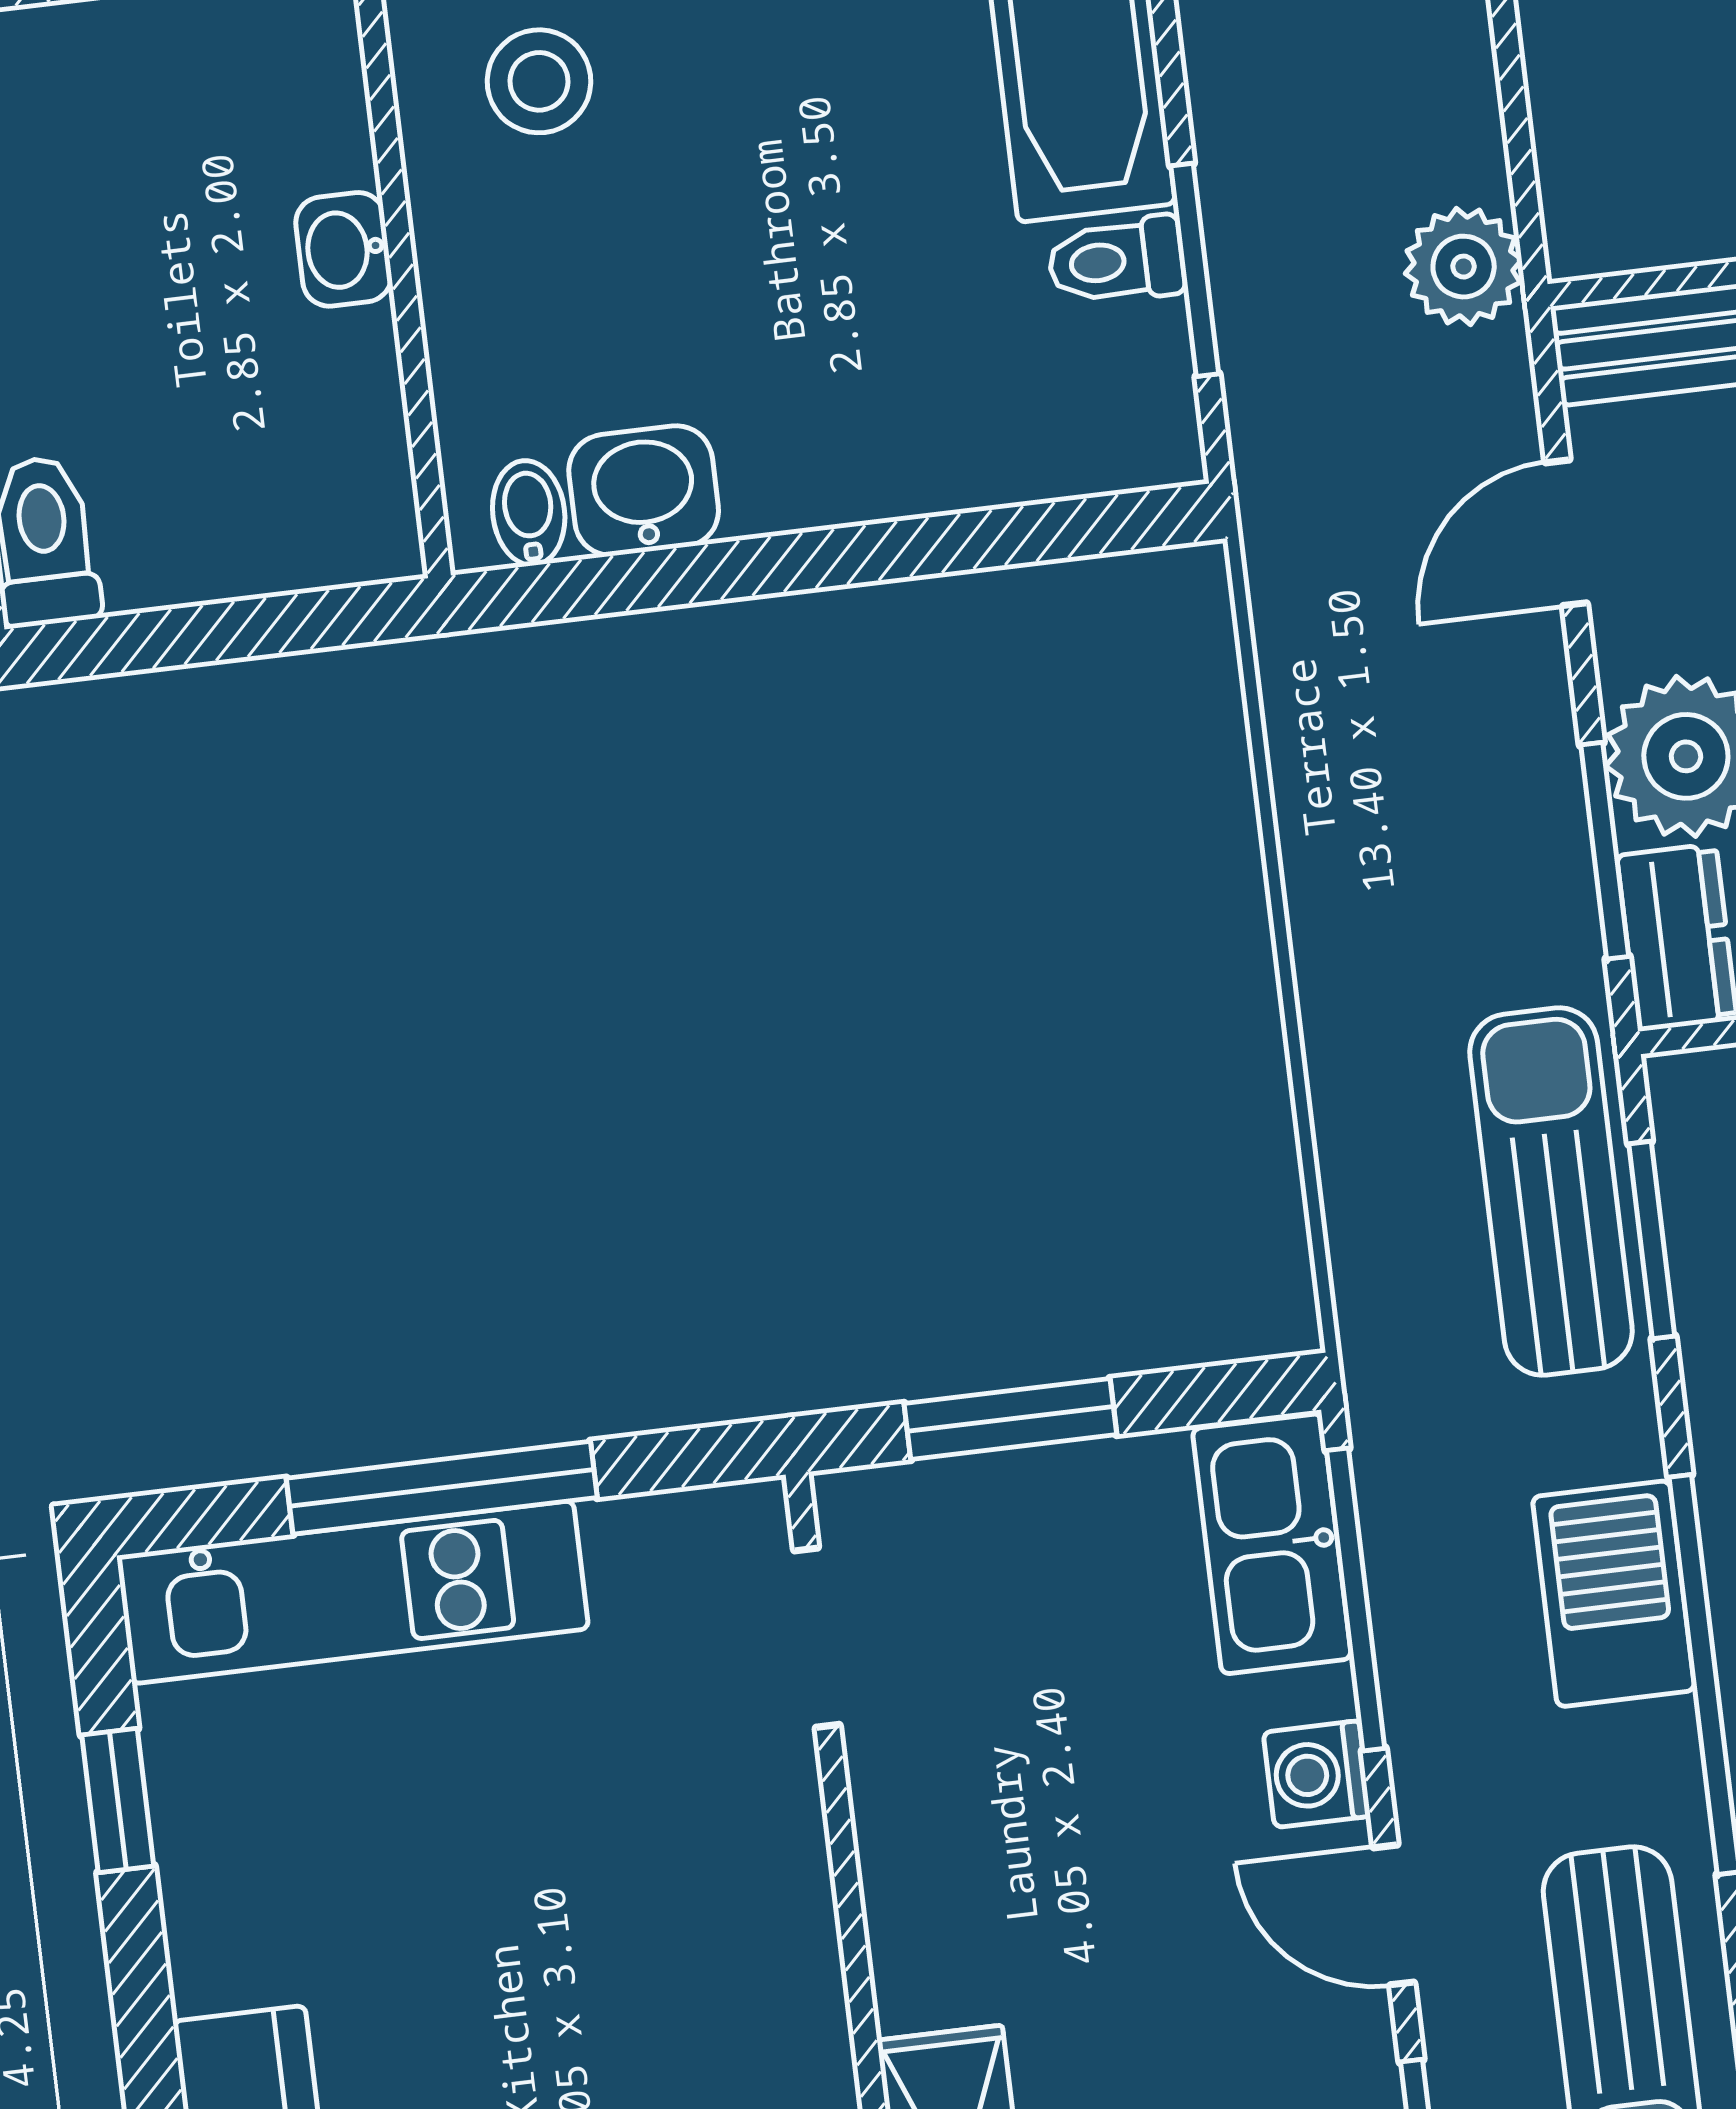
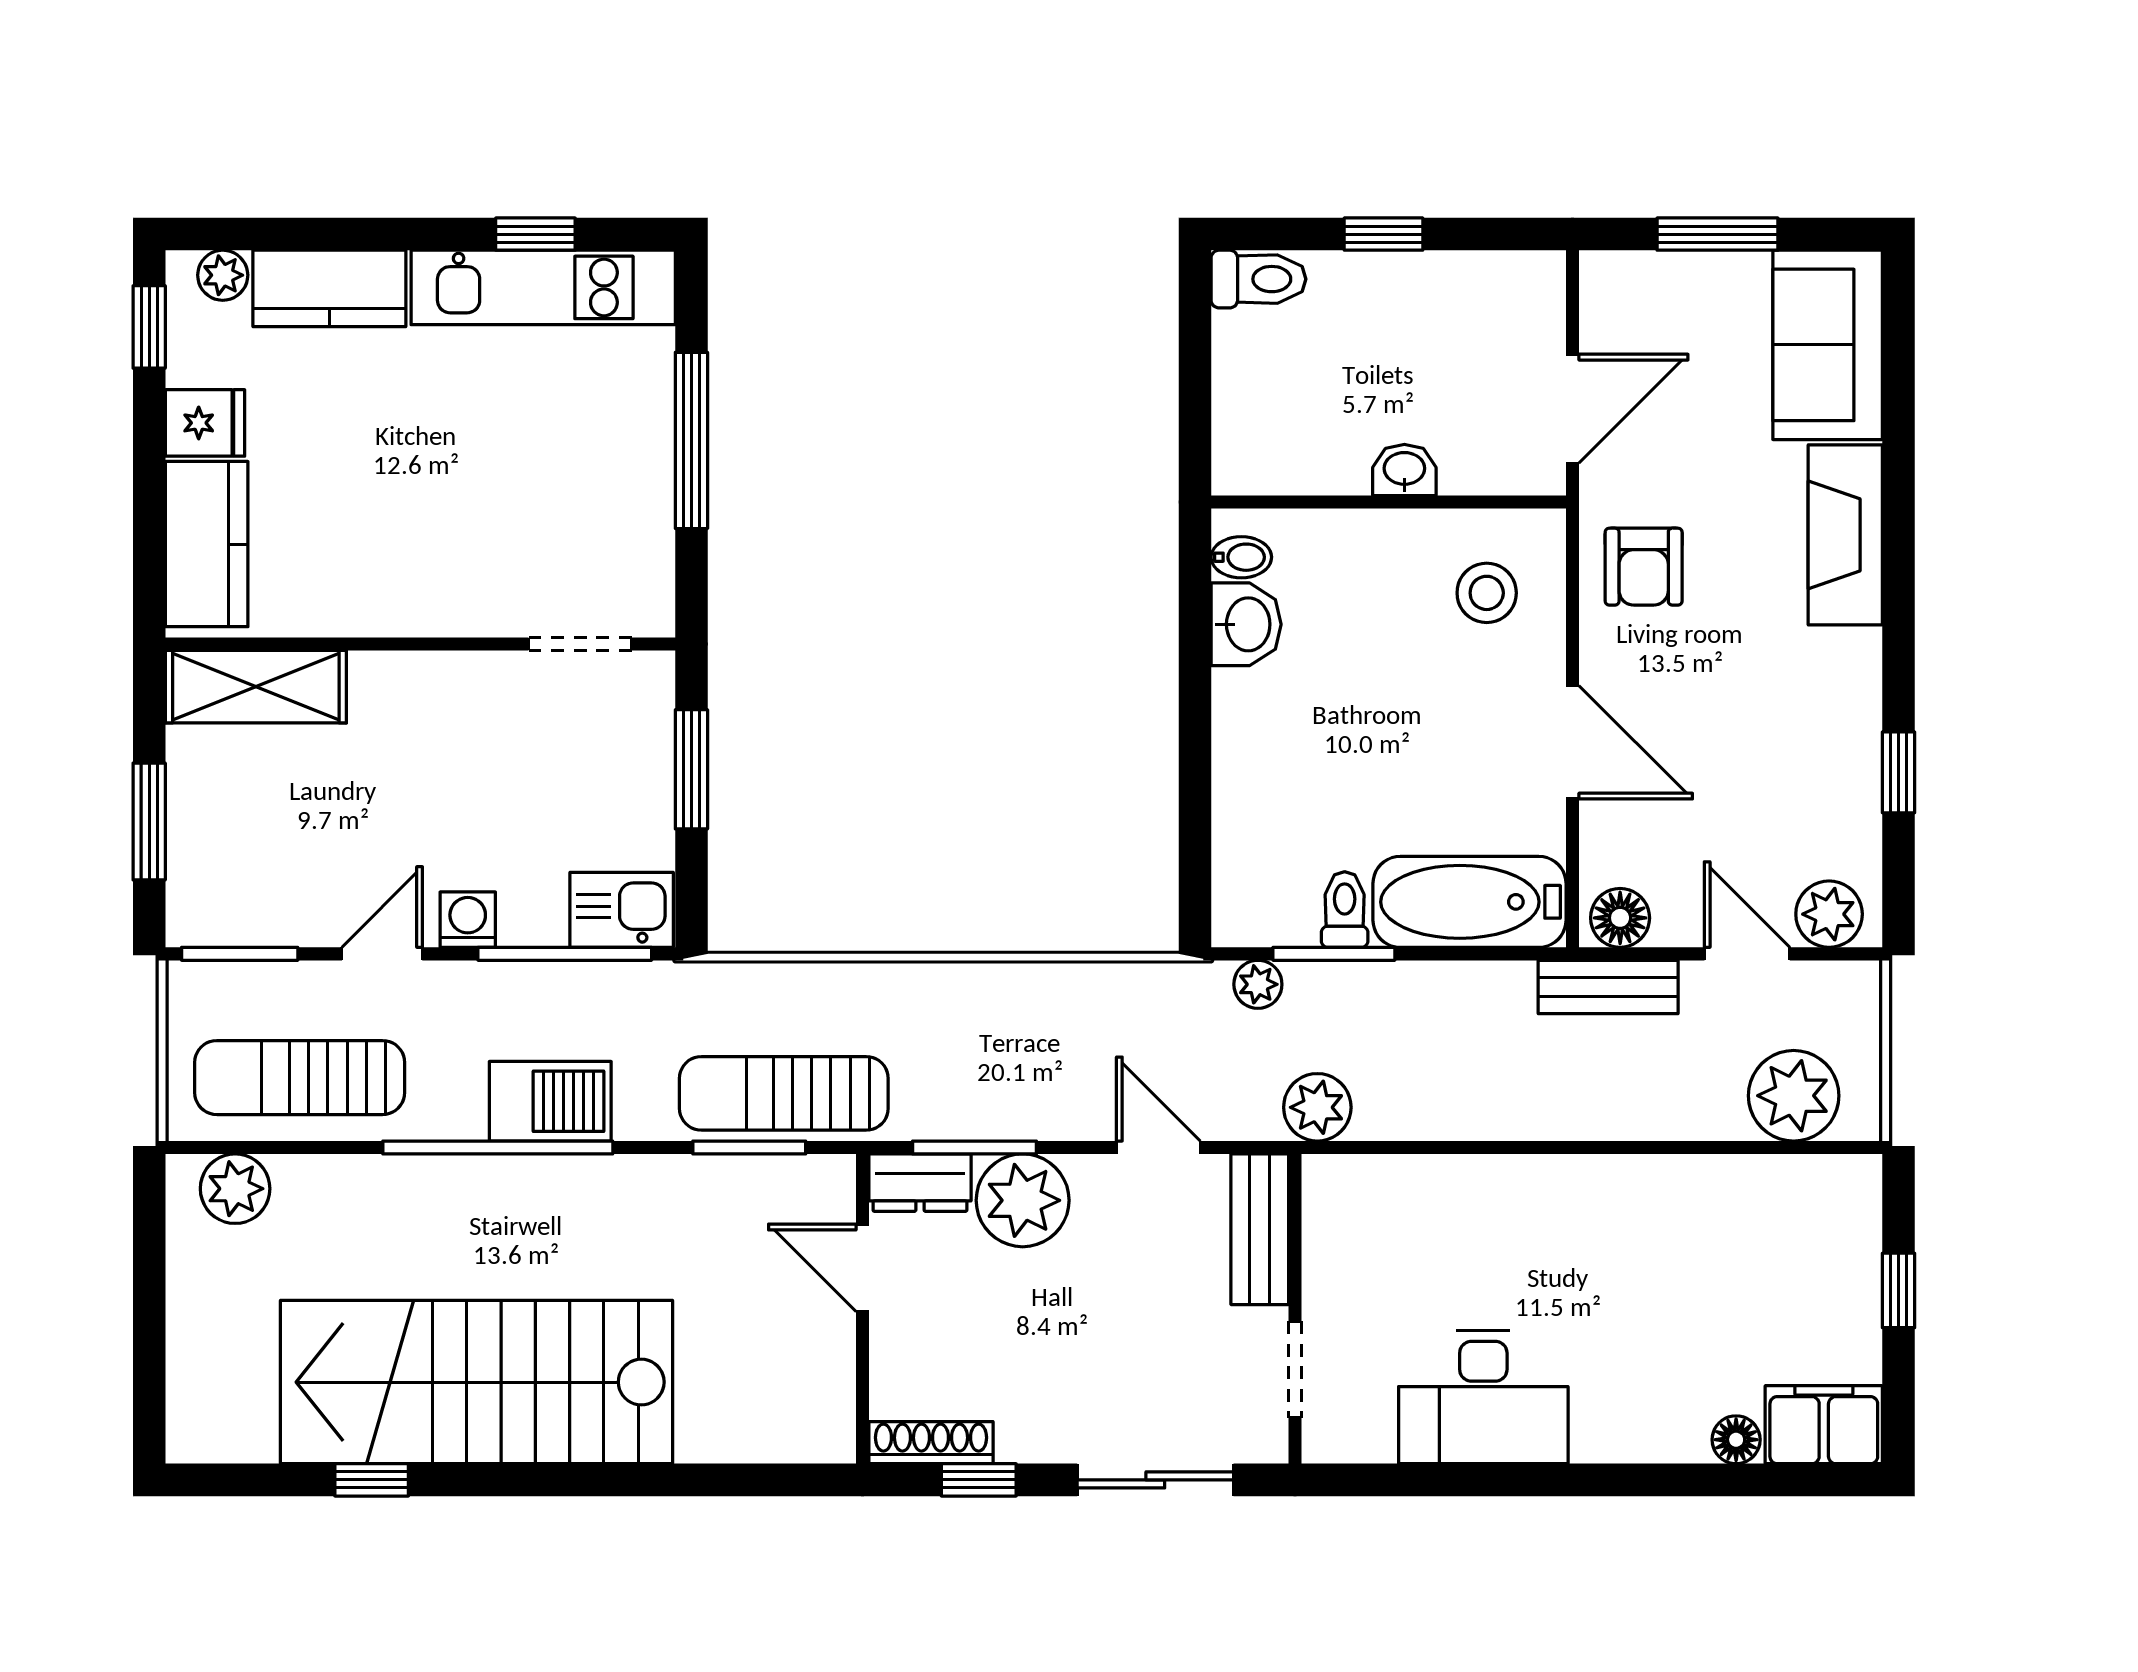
plant: (1263, 395) -> (1258, 984), added
sun lounger: (1551, 1192) -> (784, 1093), turned 180
kitchen sink: (1272, 1544) -> (622, 910), width x0.73
kitchen unit: (353, 1592) -> (543, 287), moved, turned -90

